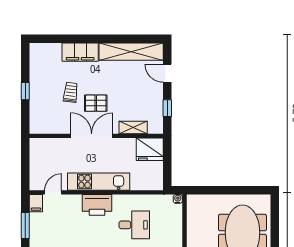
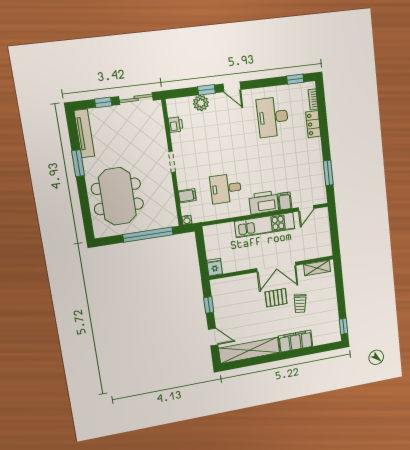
window: (25, 91) -> (344, 326), moved
shelving: (133, 127) -> (317, 268), moved
fridge: (150, 149) -> (215, 267), width x0.53, depth x0.75
window: (218, 190) -> (148, 235), added
filing cabinet: (36, 203) -> (285, 201), moved
filing cabinet: (174, 223) -> (187, 196), added

